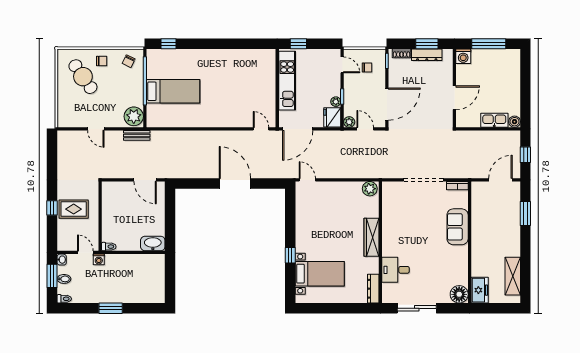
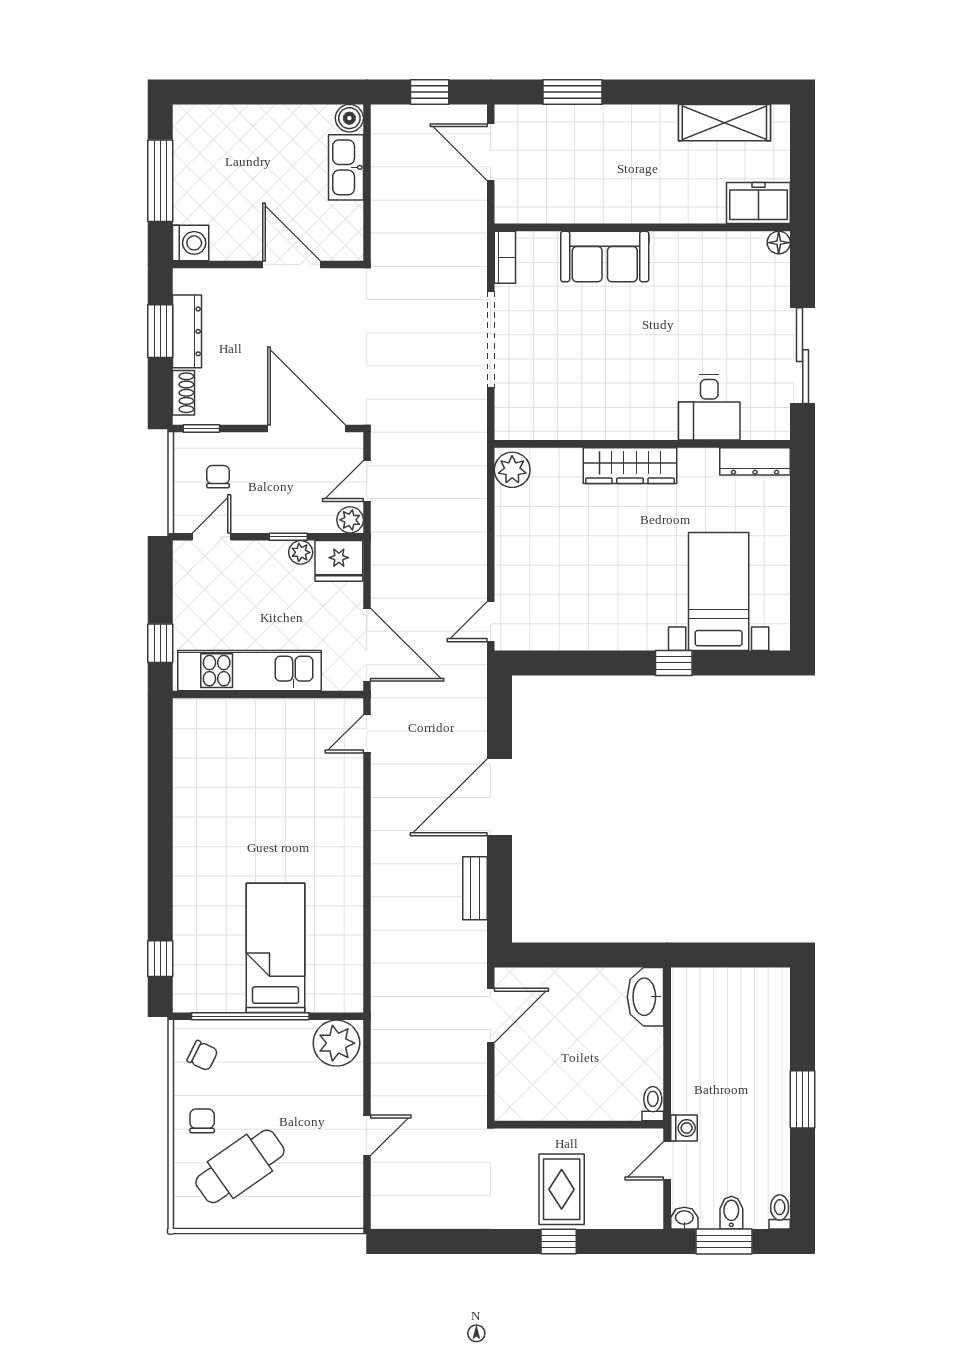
bench: (137, 135) -> (475, 888), moved
floor lamp: (459, 294) -> (779, 243), width x0.53, depth x0.53

